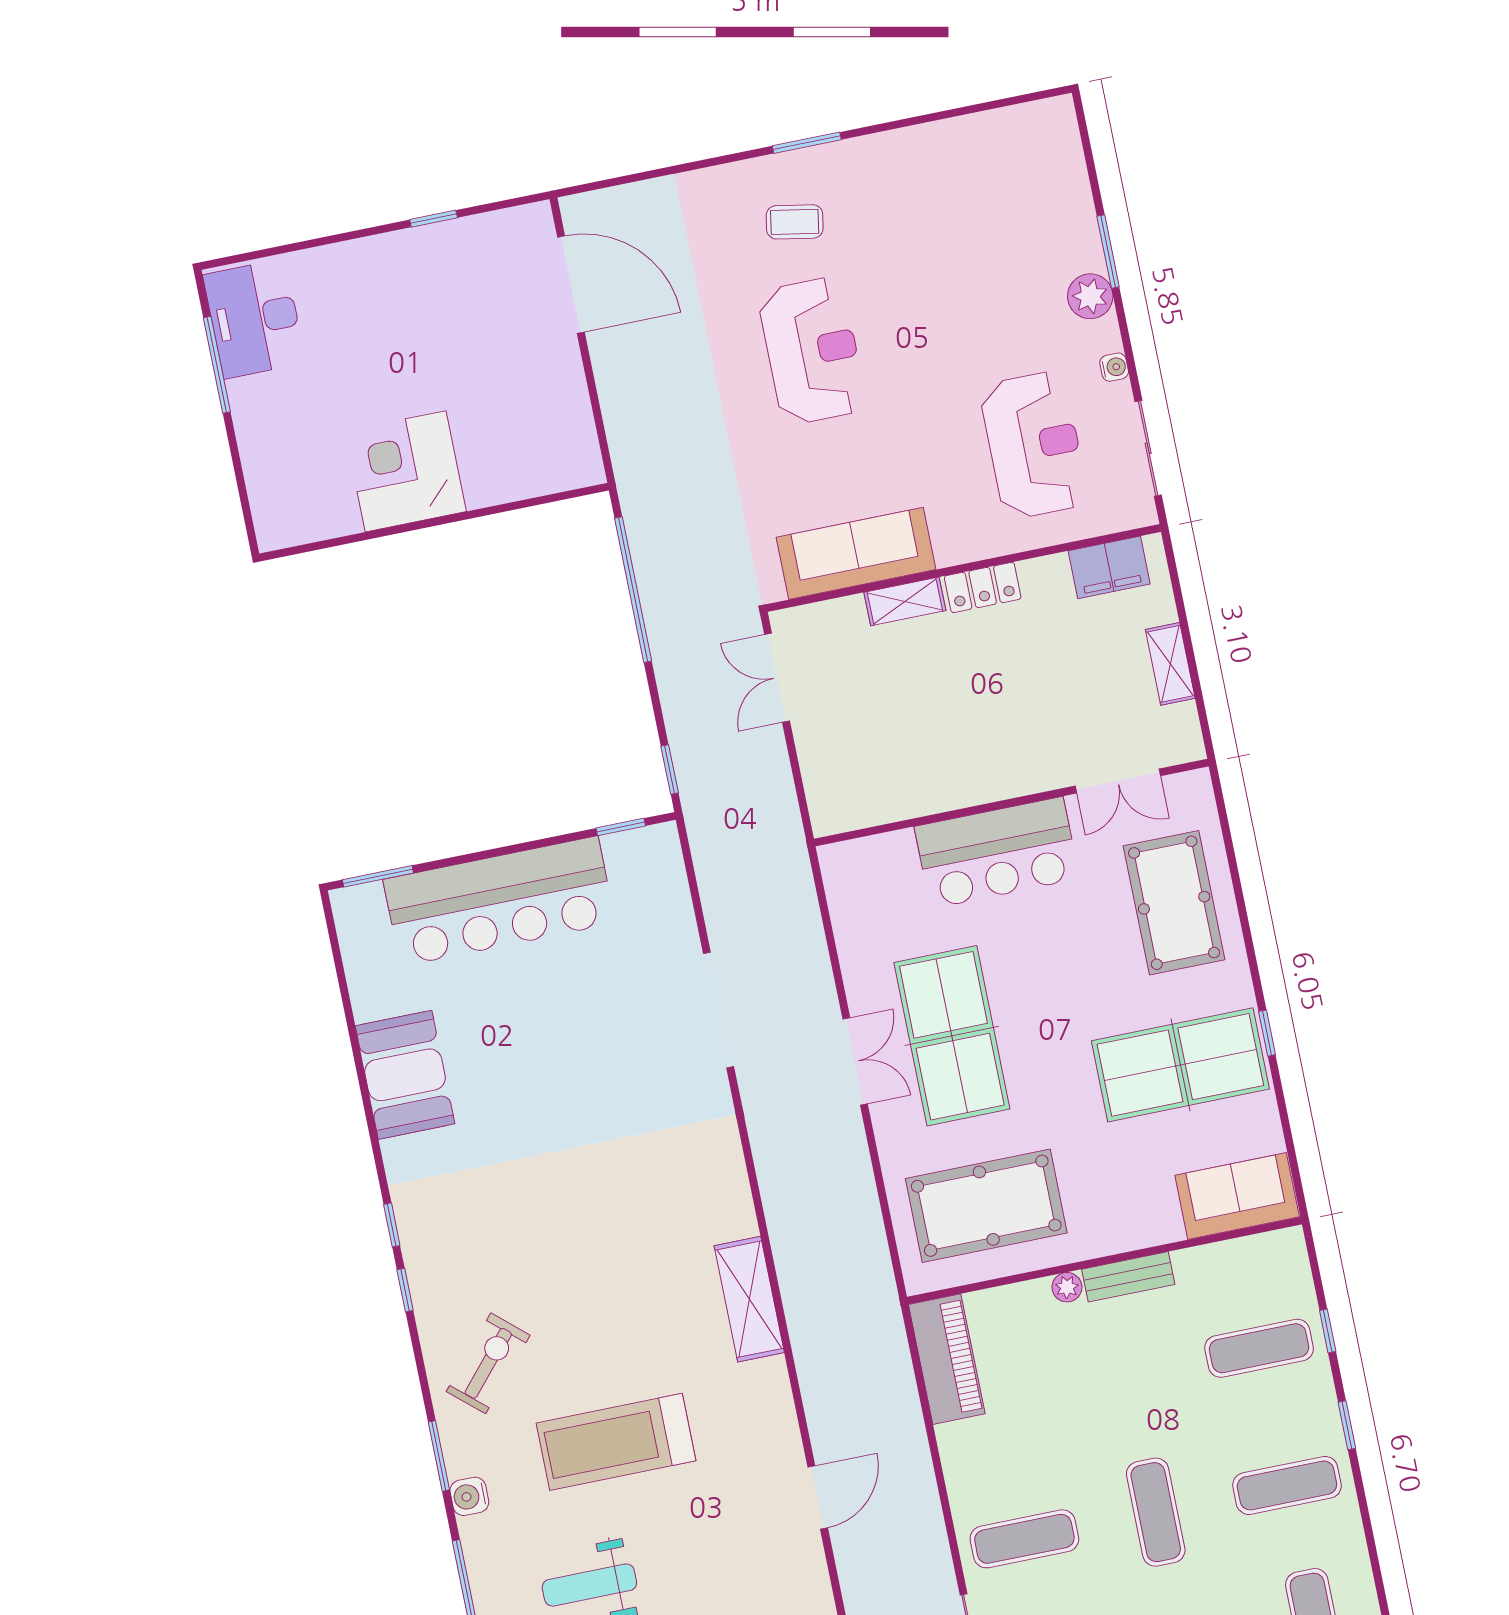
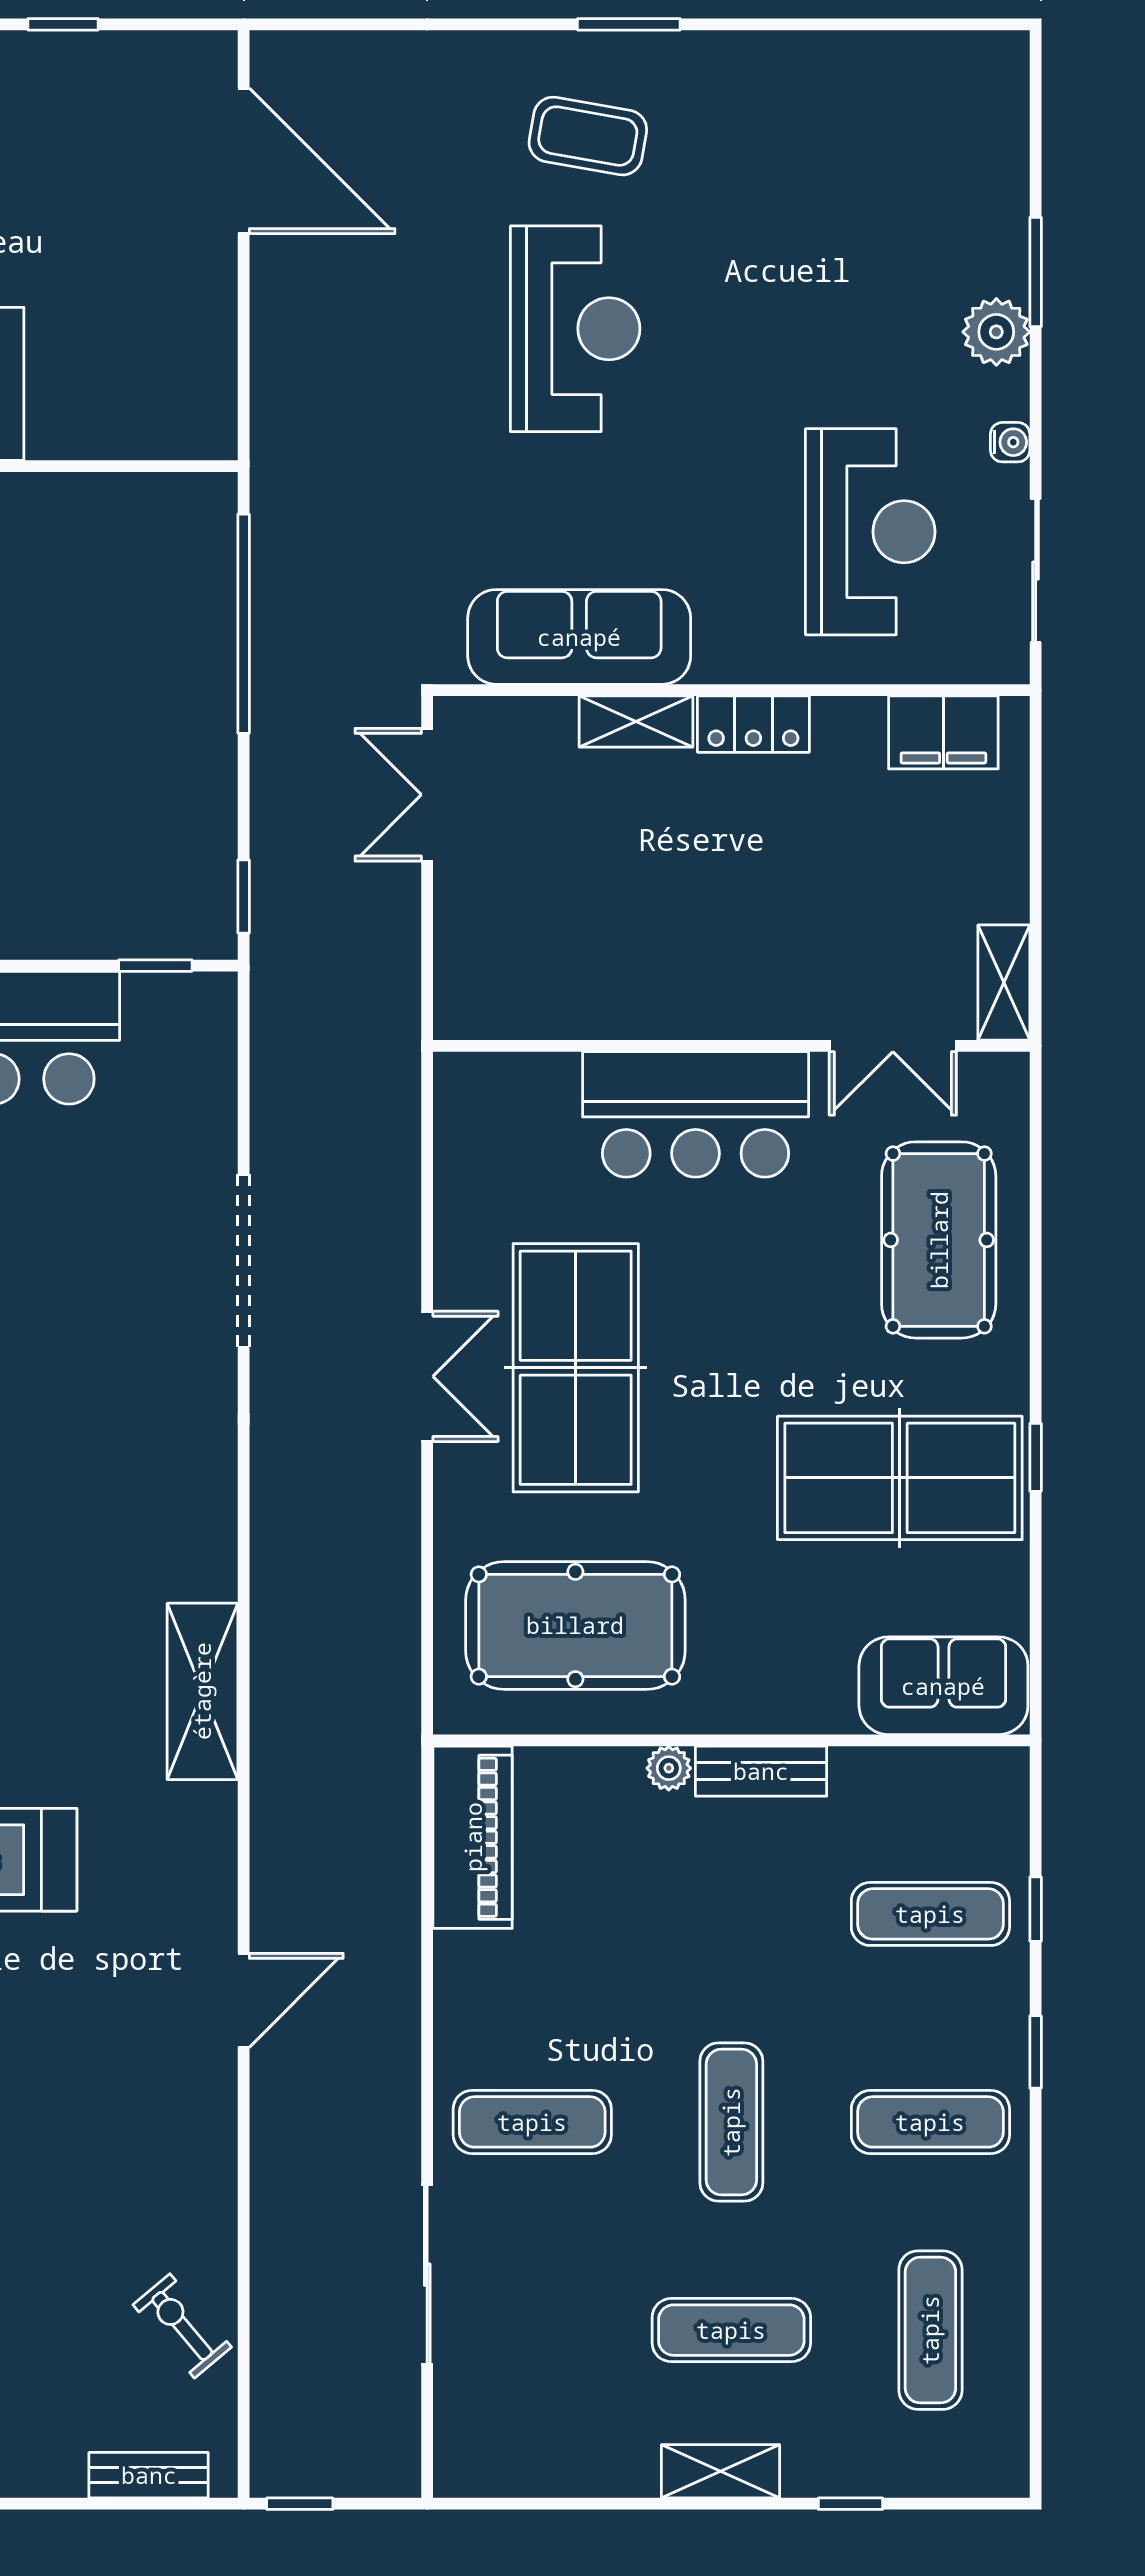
coffee table: (795, 222) -> (588, 136), width x1.36, depth x1.30
shelving: (1170, 664) -> (1004, 983), moved

